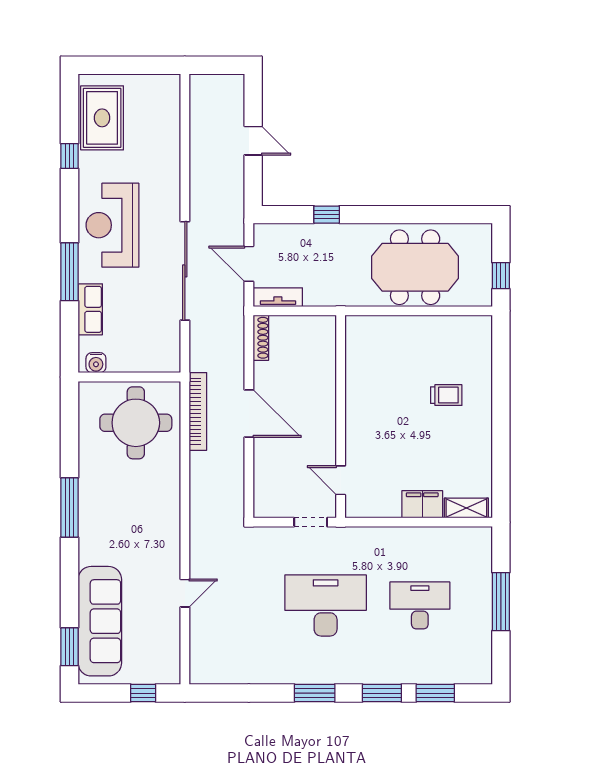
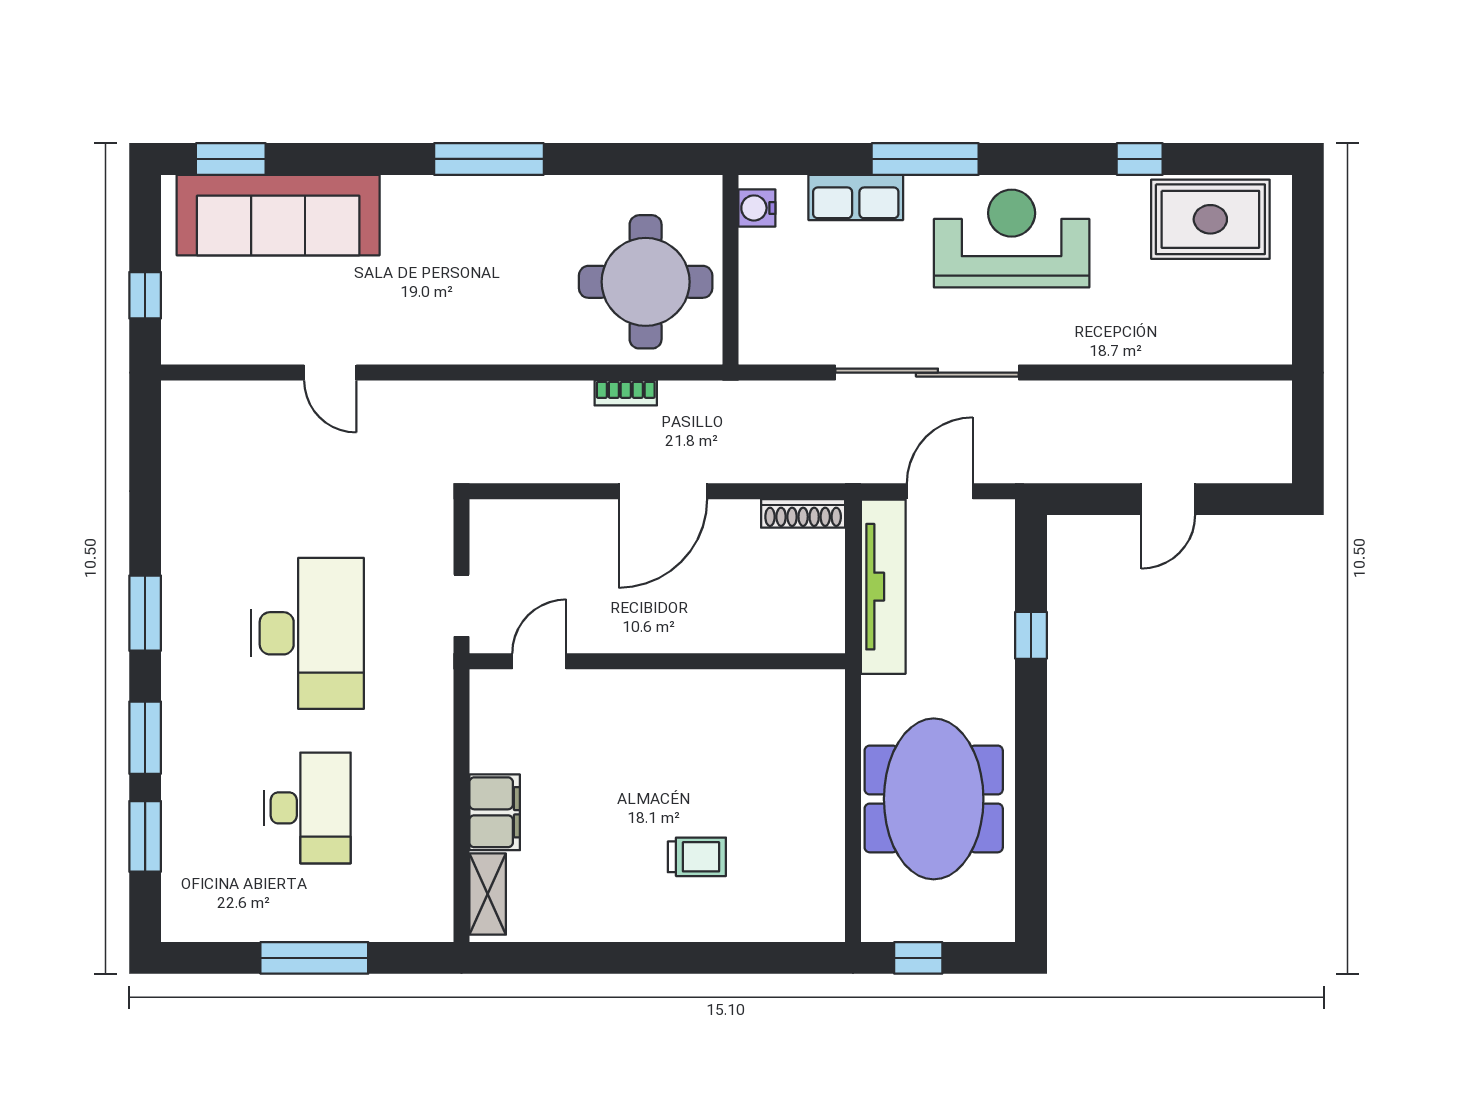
tv unit: (278, 297) -> (883, 587), width x1.92, depth x1.29
trolley: (446, 395) -> (697, 857), turned -90
bookcase: (198, 411) -> (626, 393), width x0.43, depth x0.76

